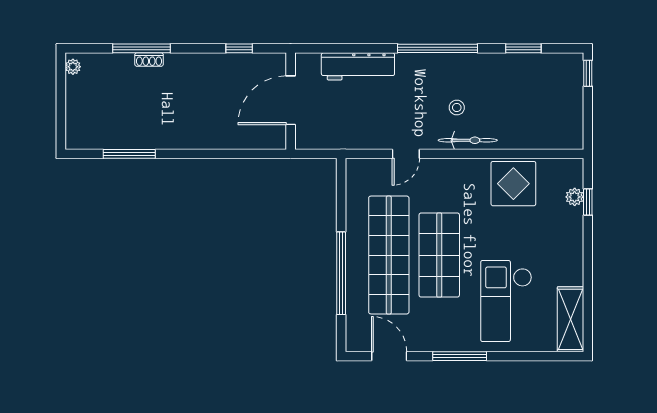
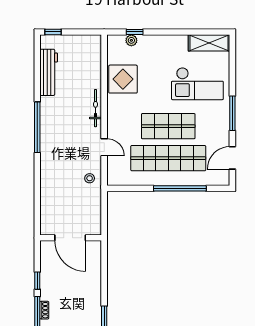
window: (239, 48) -> (37, 281), moved
window: (523, 48) -> (37, 73), removed
workbench: (358, 66) -> (49, 72), moved
door: (291, 100) -> (70, 238), moved
wall: (291, 101) -> (71, 238), moved
stool: (457, 108) -> (90, 178), moved

